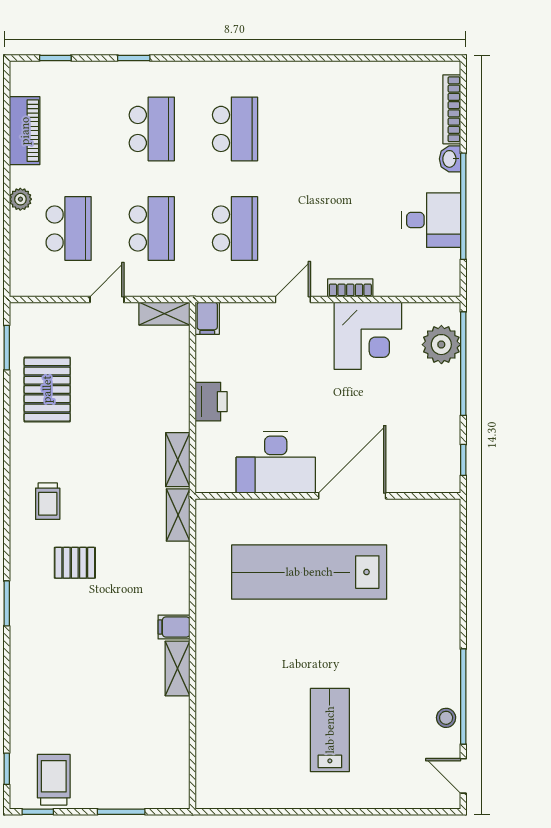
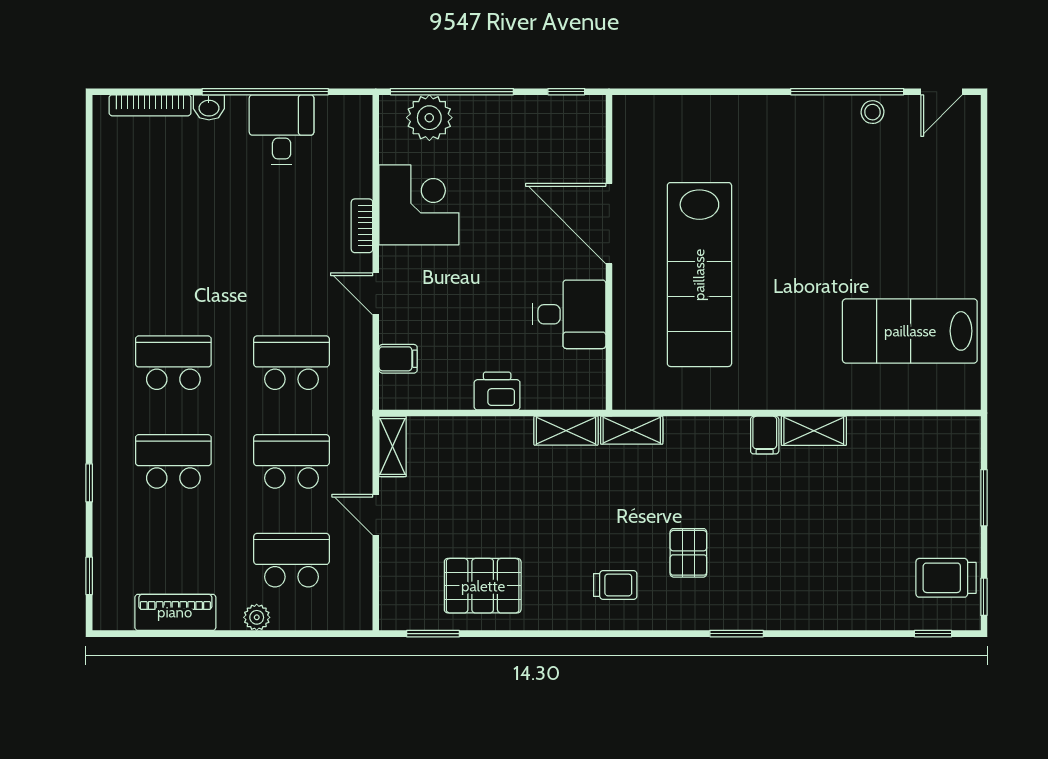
filing cabinet: (207, 318) -> (398, 359), moved
desk: (276, 462) -> (569, 314), width x0.73
lab bench: (330, 730) -> (910, 331), moved, width x1.36, depth x1.39

